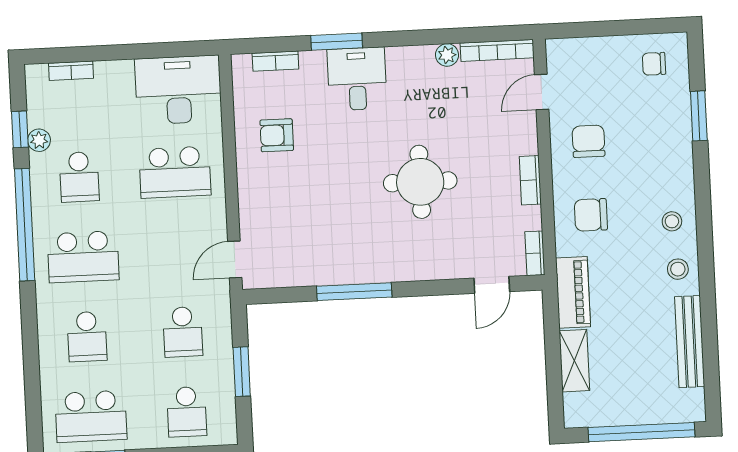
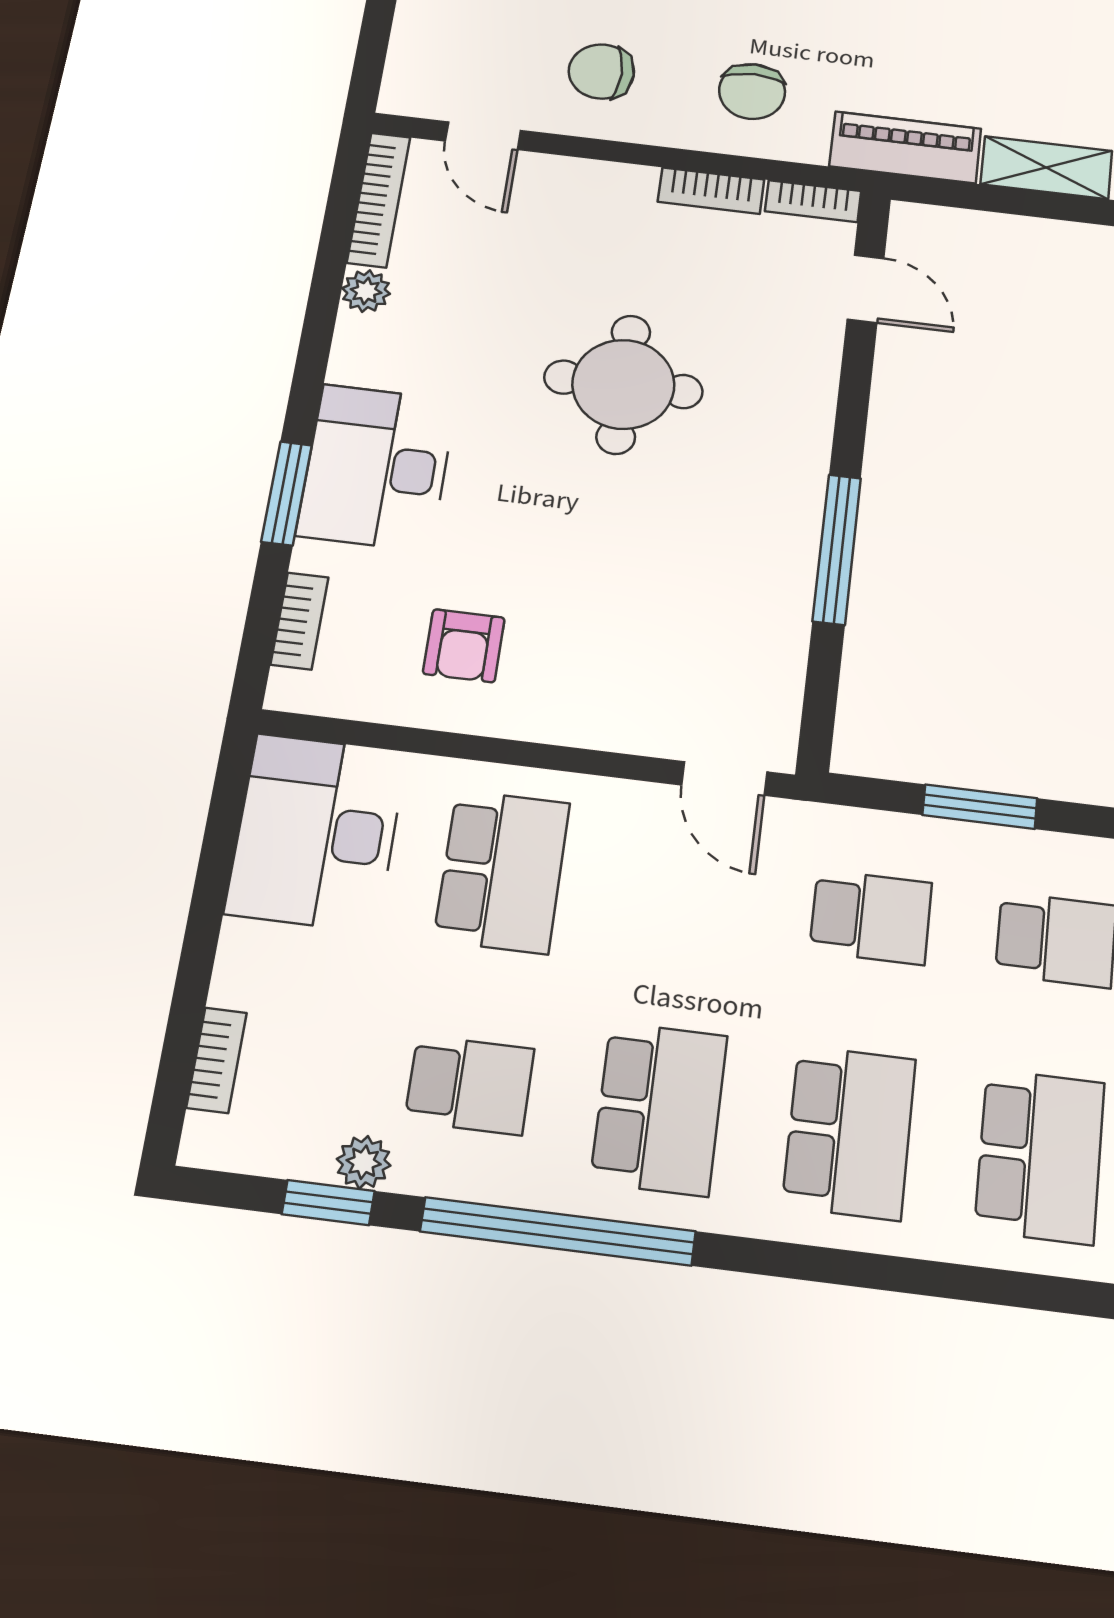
desk: (357, 79) -> (377, 467), width x1.37
bookcase: (530, 180) -> (711, 191), moved
school desk: (87, 337) -> (849, 1132), width x1.85

